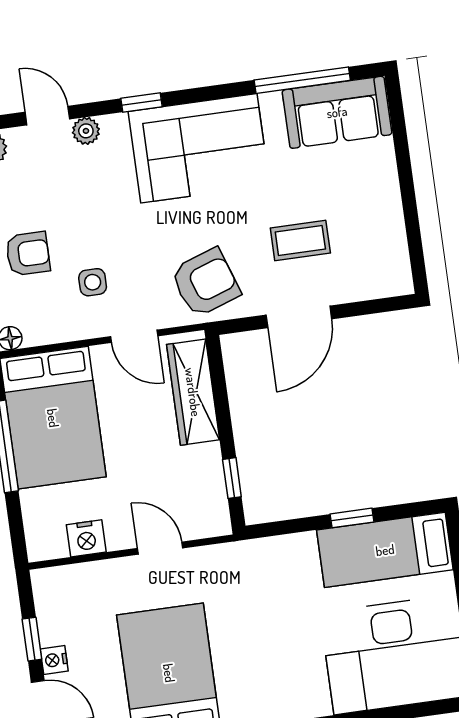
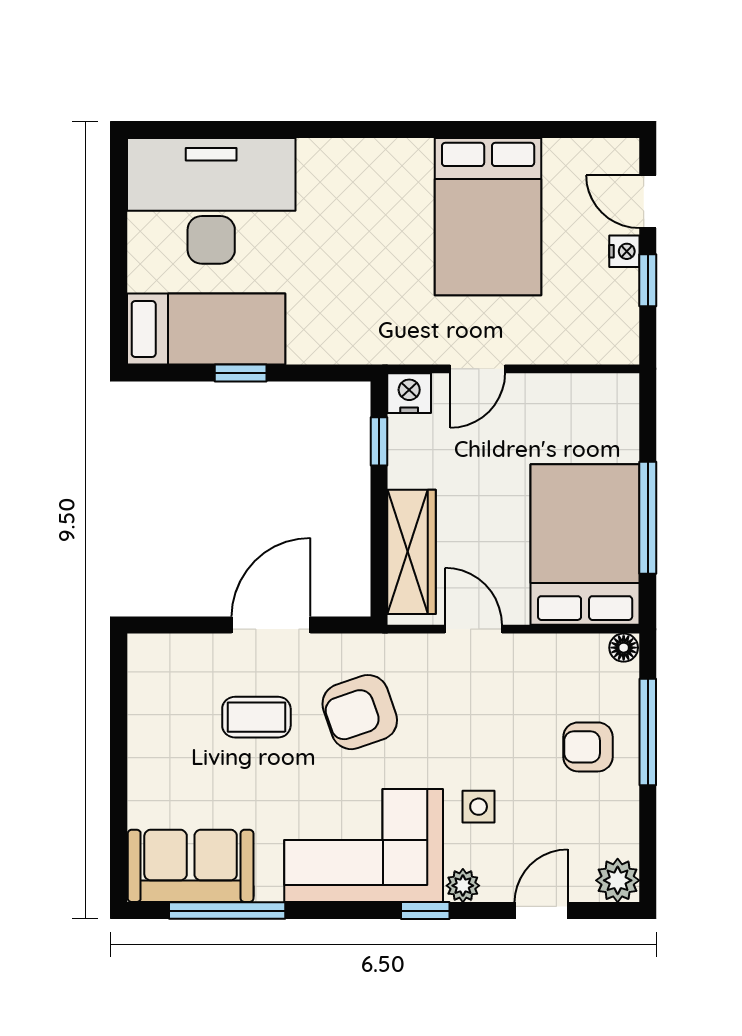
door: (47, 116) -> (541, 911), swing flipped
plant: (86, 131) -> (463, 886), moved
side table: (93, 282) -> (479, 807), moved
armchair: (205, 283) -> (360, 712), moved
nightstand: (86, 538) -> (409, 393), moved
door: (160, 548) -> (477, 369), hinge flipped

